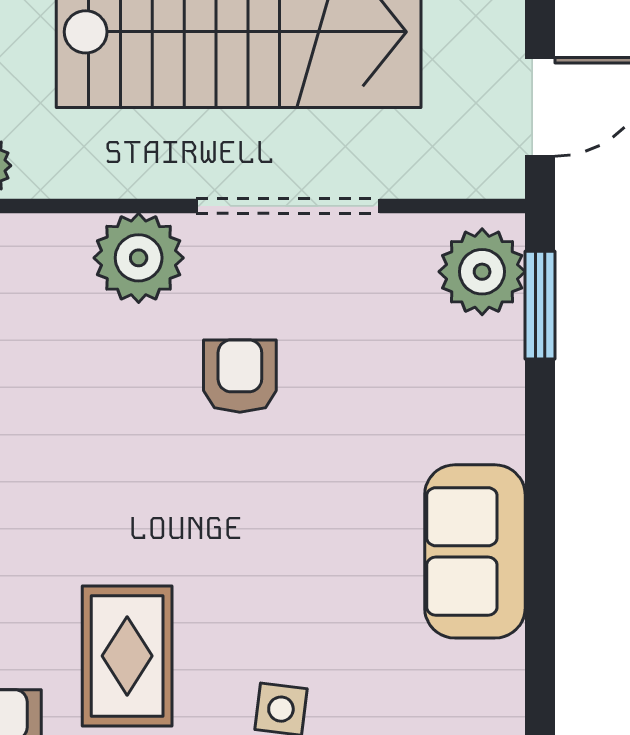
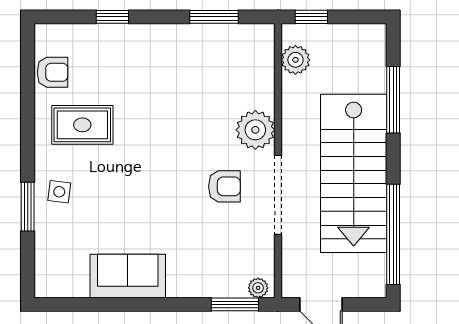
plant: (482, 272) -> (258, 288), width x0.53, depth x0.53
armchair: (240, 376) -> (224, 186), moved

